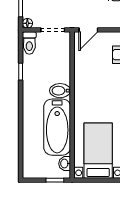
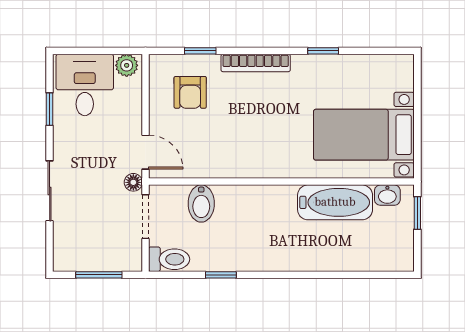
floor lamp: (27, 23) -> (133, 182), moved
bidet: (60, 91) -> (201, 203), moved
bathtub: (57, 127) -> (335, 202), width x0.73, depth x0.73

